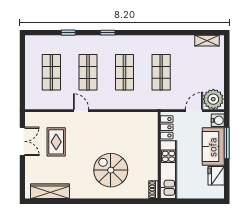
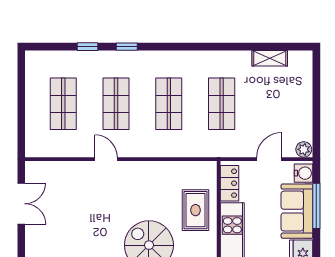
window: (108, 33) -> (127, 47), moved
shelving: (207, 41) -> (270, 58), moved
plant: (213, 99) -> (304, 149), width x0.53, depth x0.53
rug: (56, 142) -> (196, 210), moved

